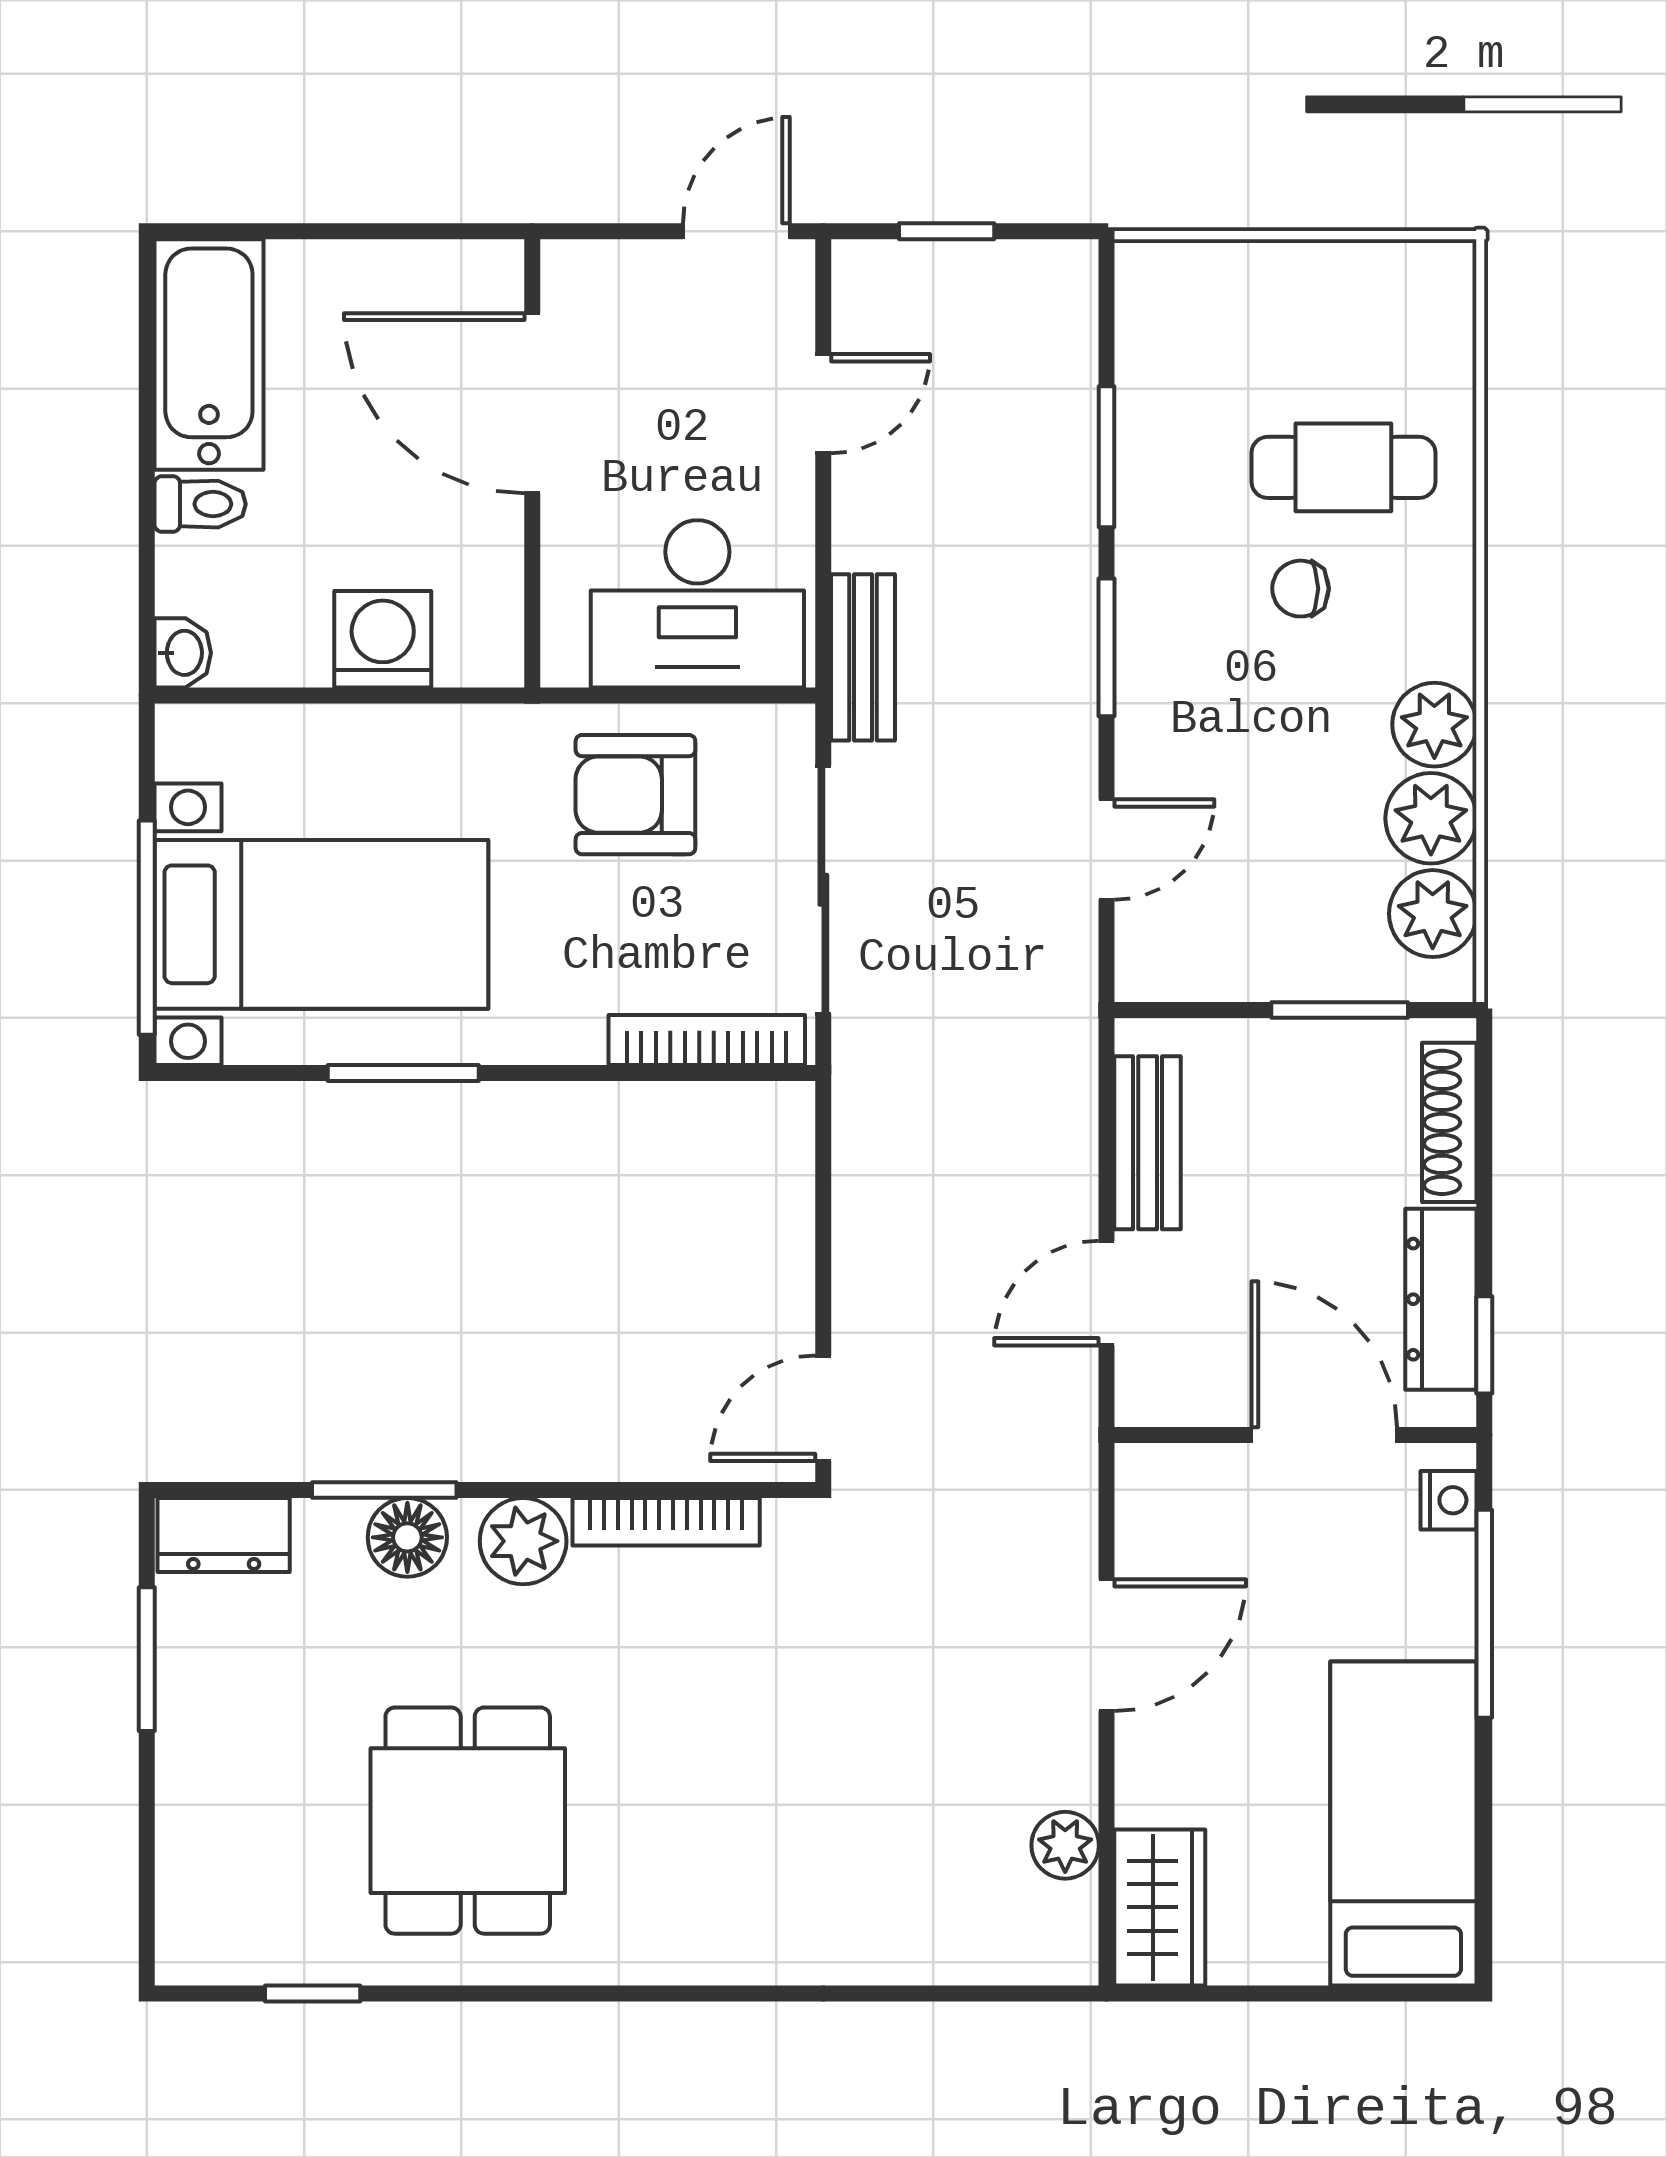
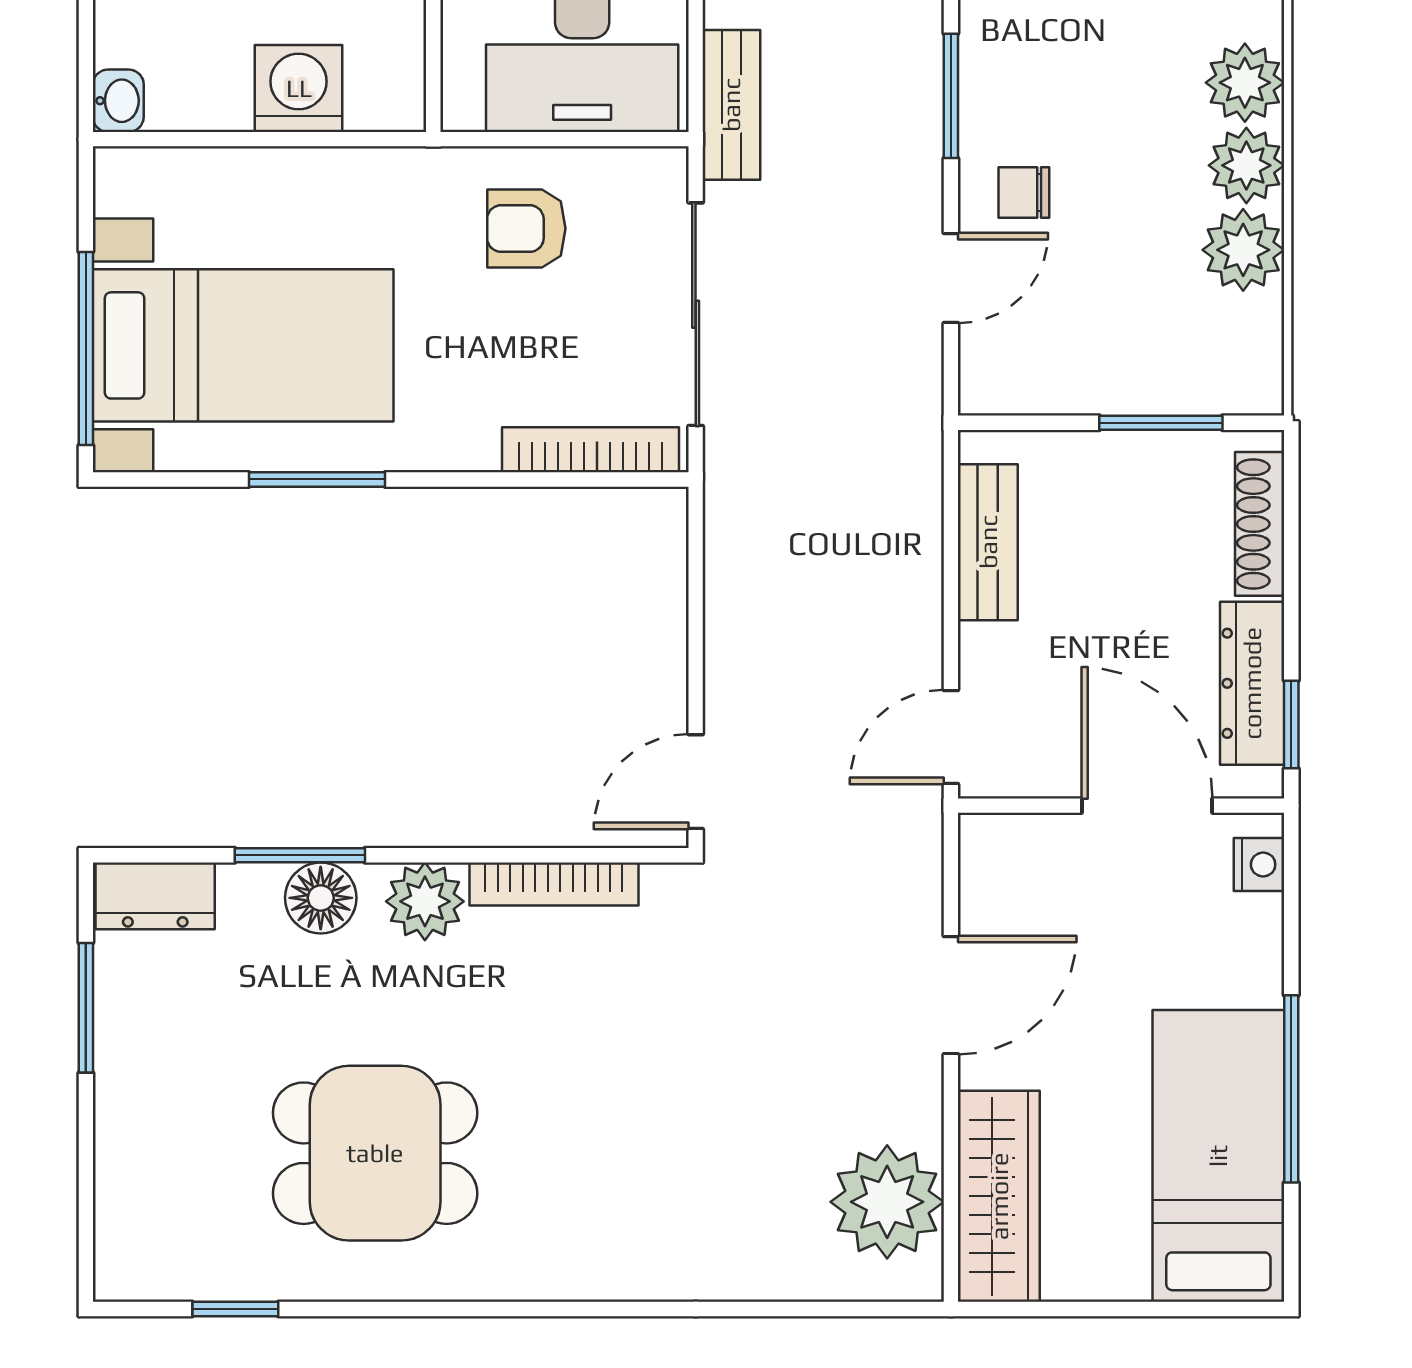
chair: (1300, 589) -> (1024, 192), moved
armchair: (635, 795) -> (526, 229), width x0.72, depth x0.72
plant: (1433, 914) -> (1245, 83), moved
door: (1107, 1293) -> (951, 737), moved
window: (1484, 1614) -> (1291, 1089), moved
dining table: (468, 1821) -> (375, 1153), turned 90
plant: (1065, 1845) -> (887, 1202), width x1.87, depth x1.87
wardrobe: (1160, 1907) -> (999, 1196), width x1.50

